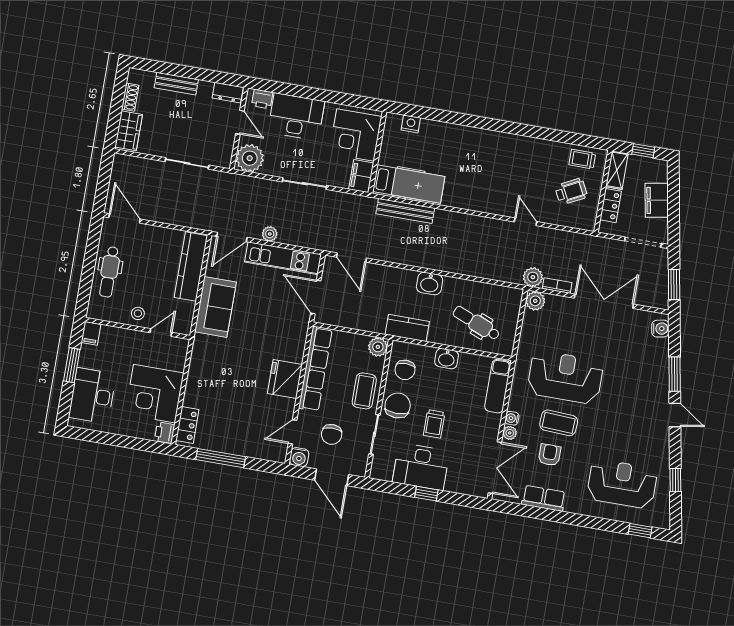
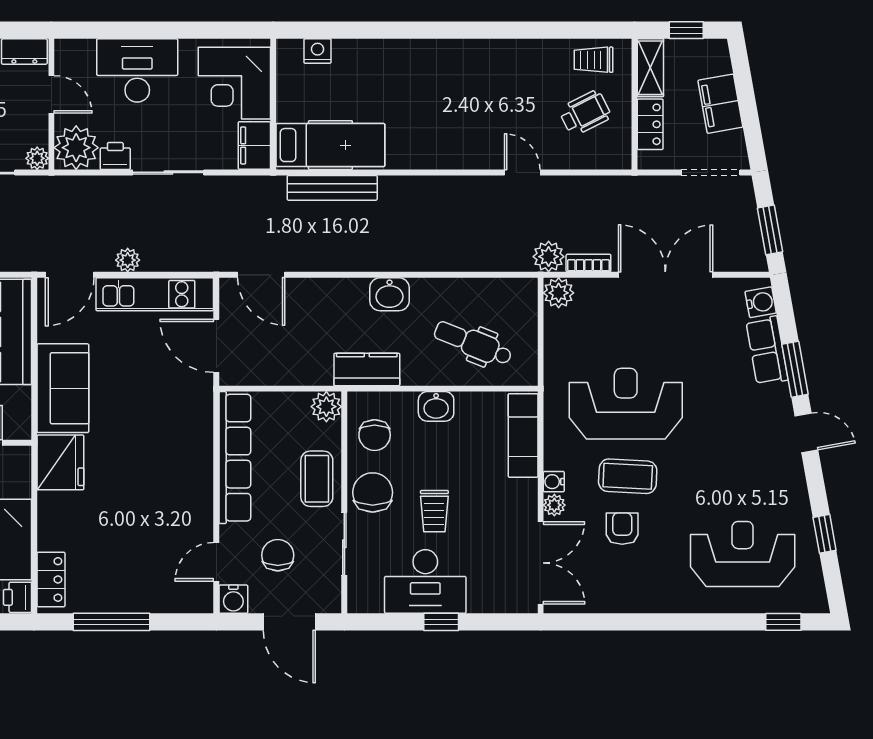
printer: (262, 99) -> (115, 156), moved, turned 180
plant: (224, 161) -> (37, 158), added
fridge: (285, 379) -> (60, 462), moved, turned 180
chair: (332, 434) -> (278, 555), turned 180
row of seats: (544, 498) -> (767, 351), moved, turned -100

